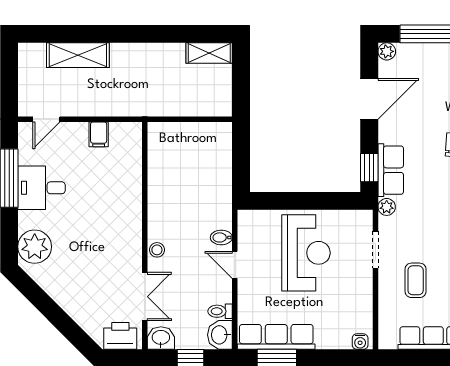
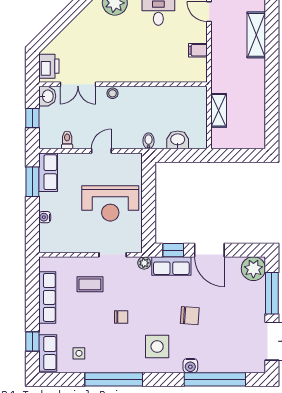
plant: (387, 51) -> (253, 269), width x1.88, depth x1.88
shelving: (209, 53) -> (219, 110), moved
door: (369, 99) -> (209, 250), moved
bidet: (221, 237) -> (149, 141), moved
washbasin: (220, 335) -> (178, 140), moved
row of seats: (276, 337) -> (48, 172), width x0.68
water cooler: (360, 342) -> (45, 217), moved

